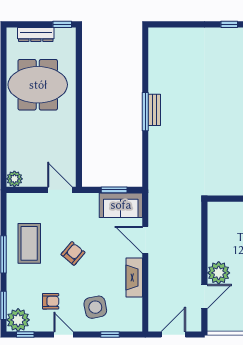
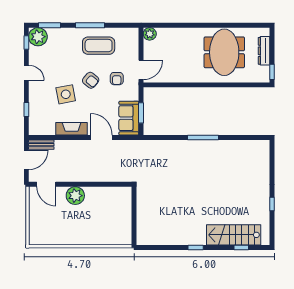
bench: (154, 110) -> (41, 145), moved
door: (145, 240) -> (101, 137), hinge flipped
door: (204, 296) -> (46, 184), moved
armchair: (51, 301) -> (117, 79), moved
side table: (95, 307) -> (66, 94), moved
door: (63, 335) -> (26, 73), hinge flipped
door: (173, 335) -> (26, 160), hinge flipped

